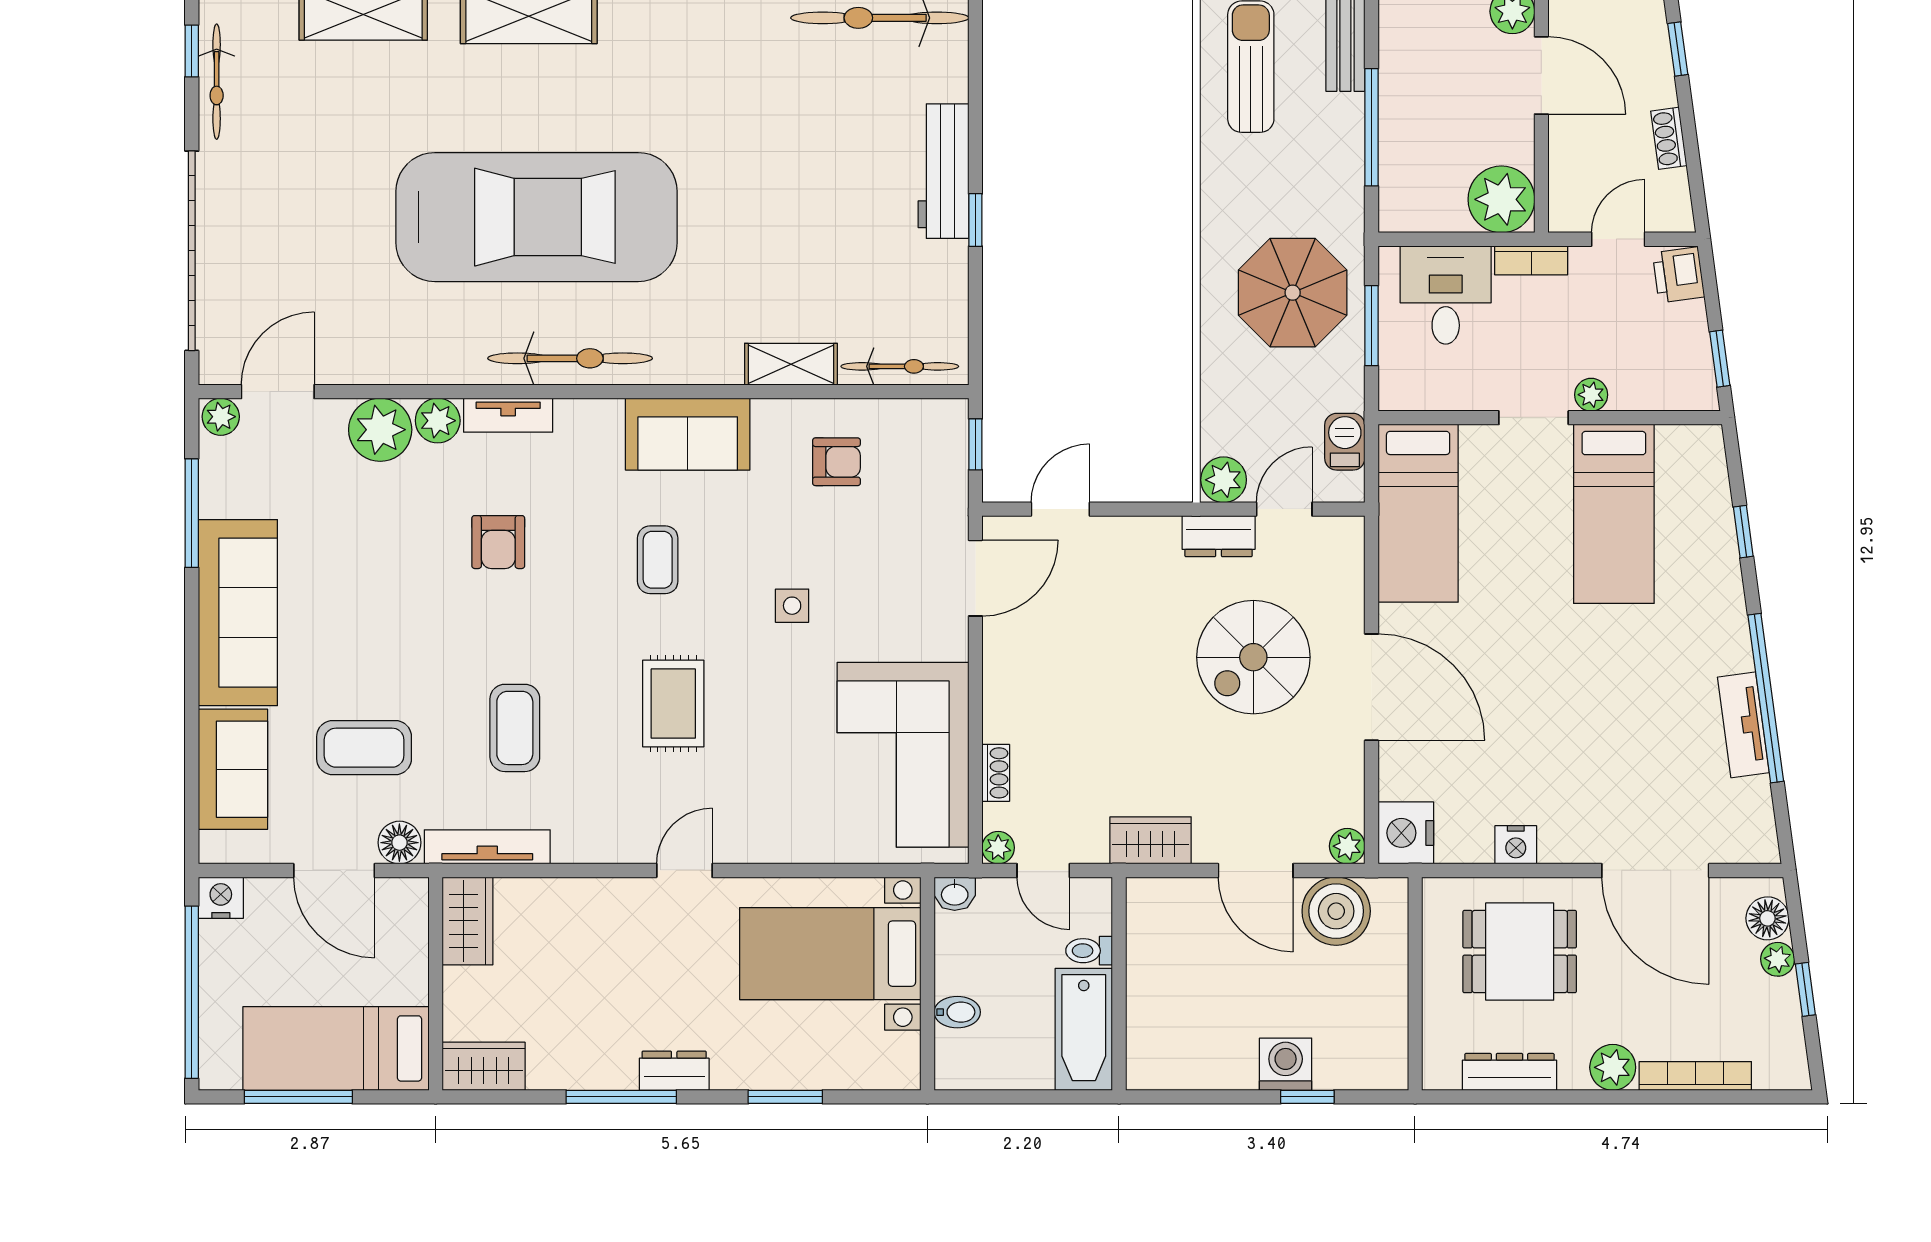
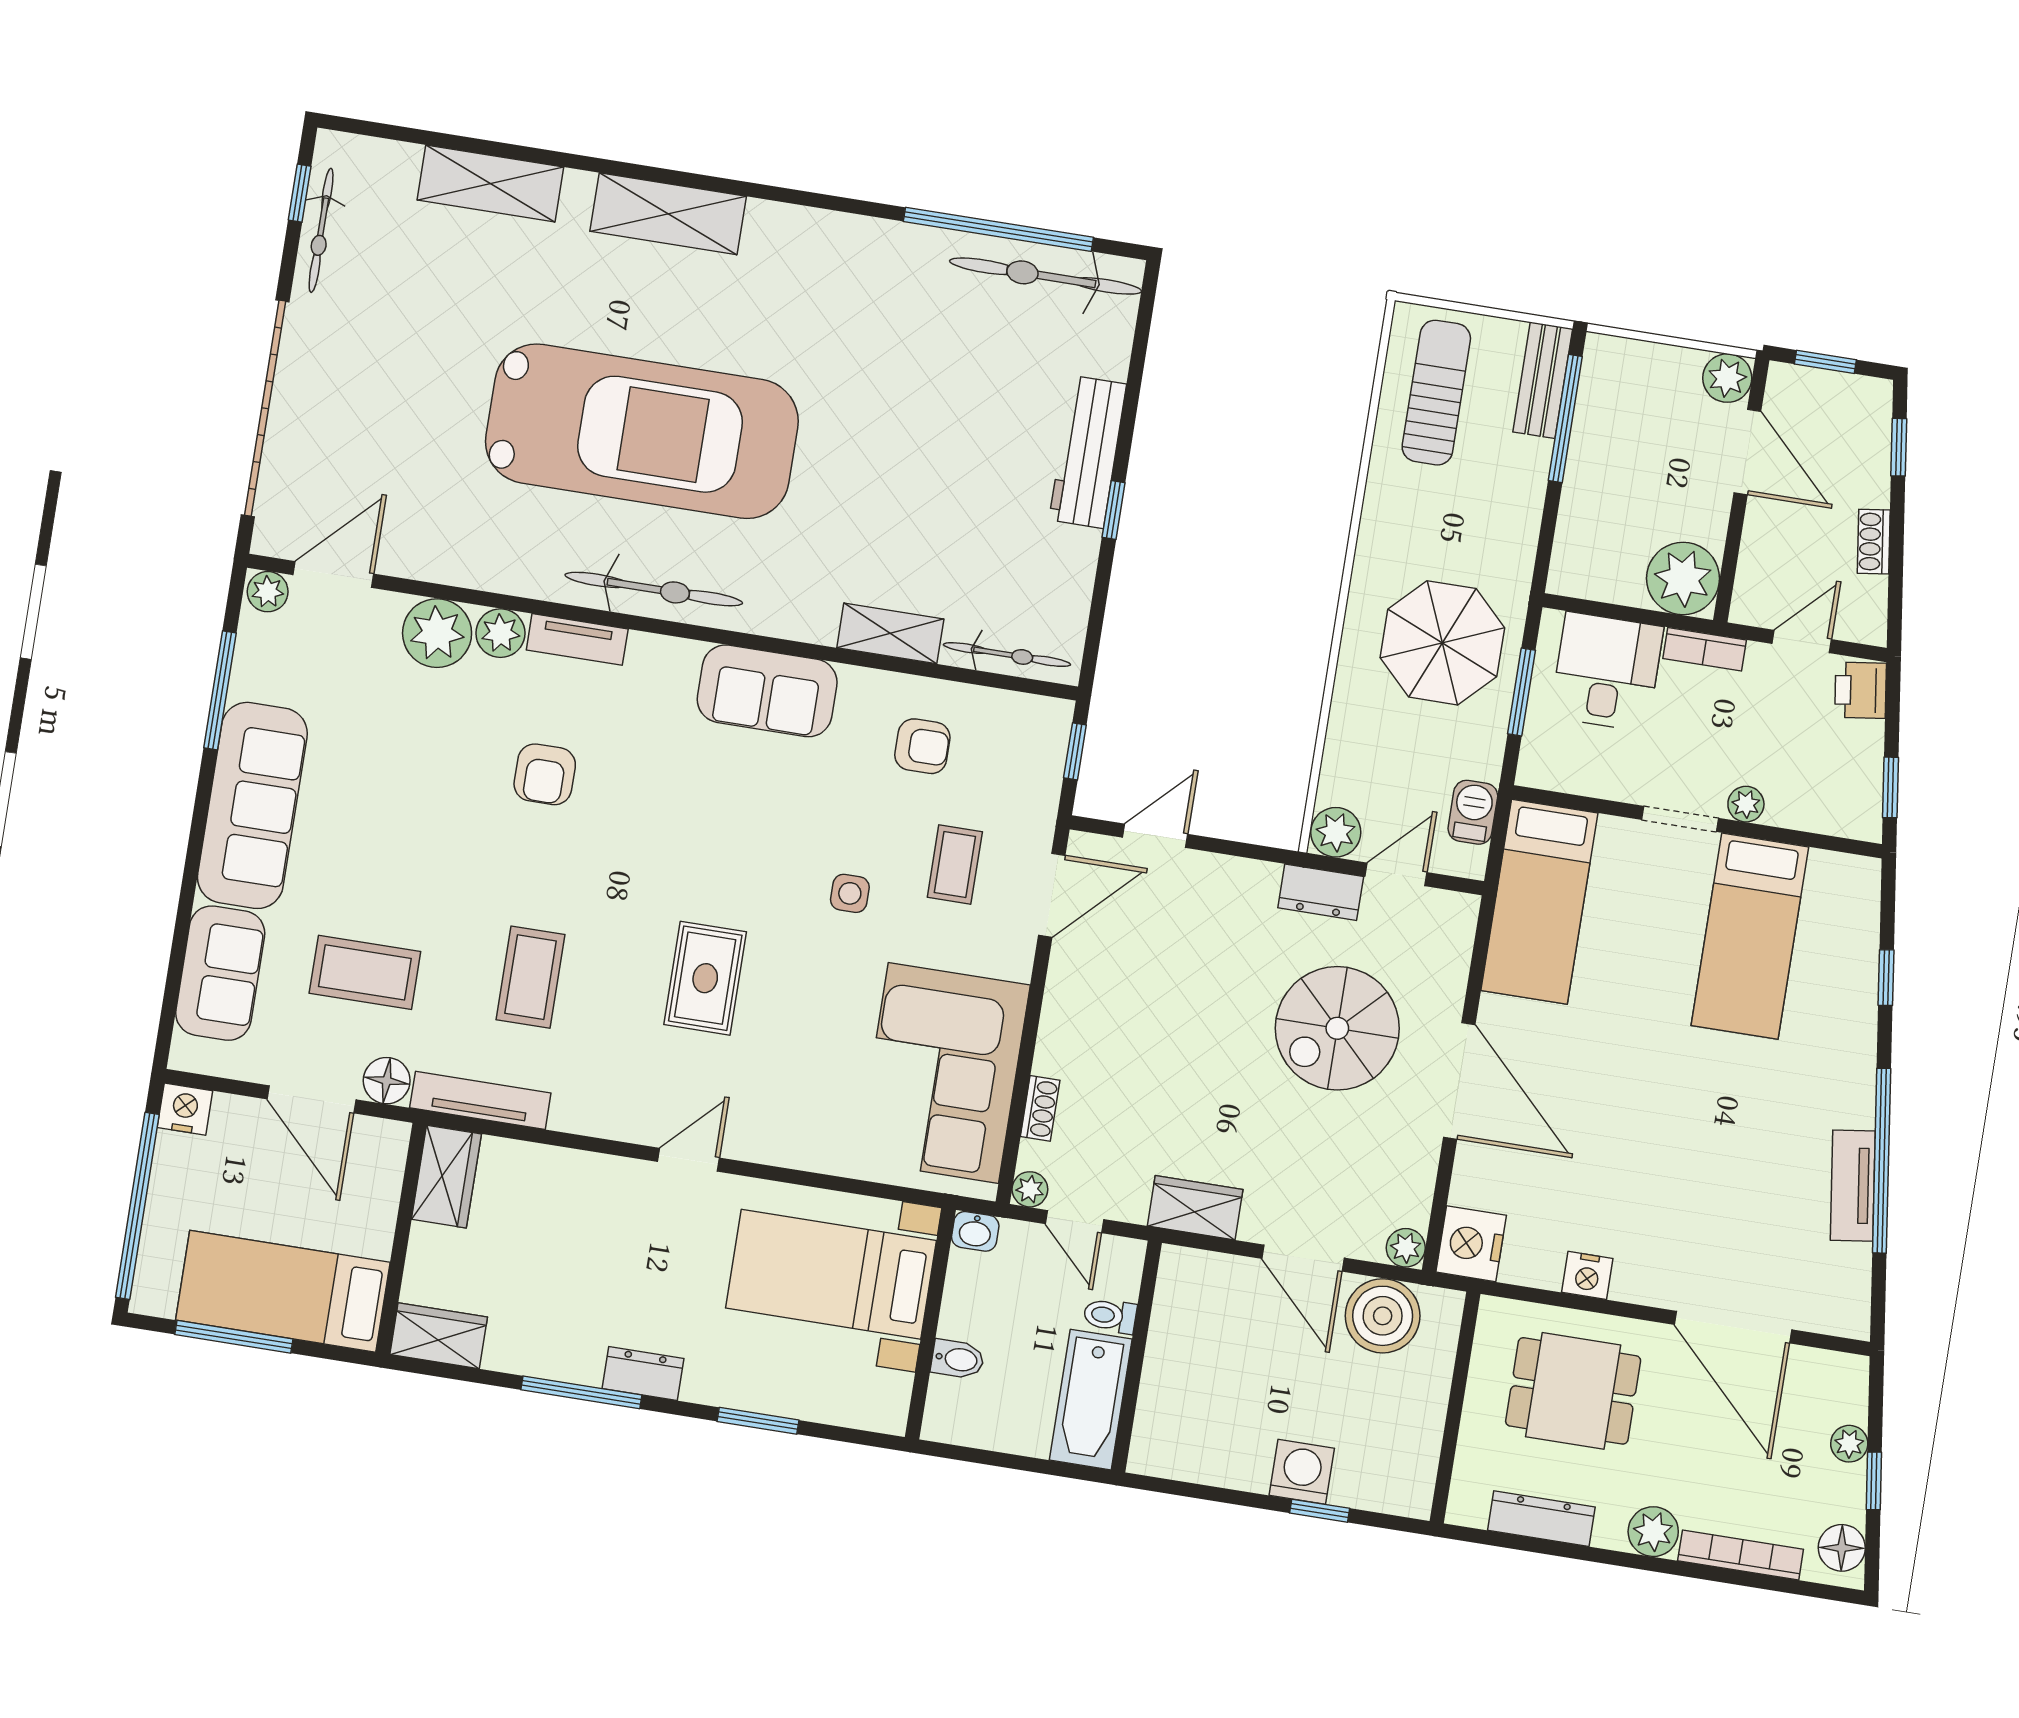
window: (1372, 127) -> (1565, 418), moved
coffee table: (658, 560) -> (955, 865), moved
floor lamp: (1767, 918) -> (1842, 1548), moved

